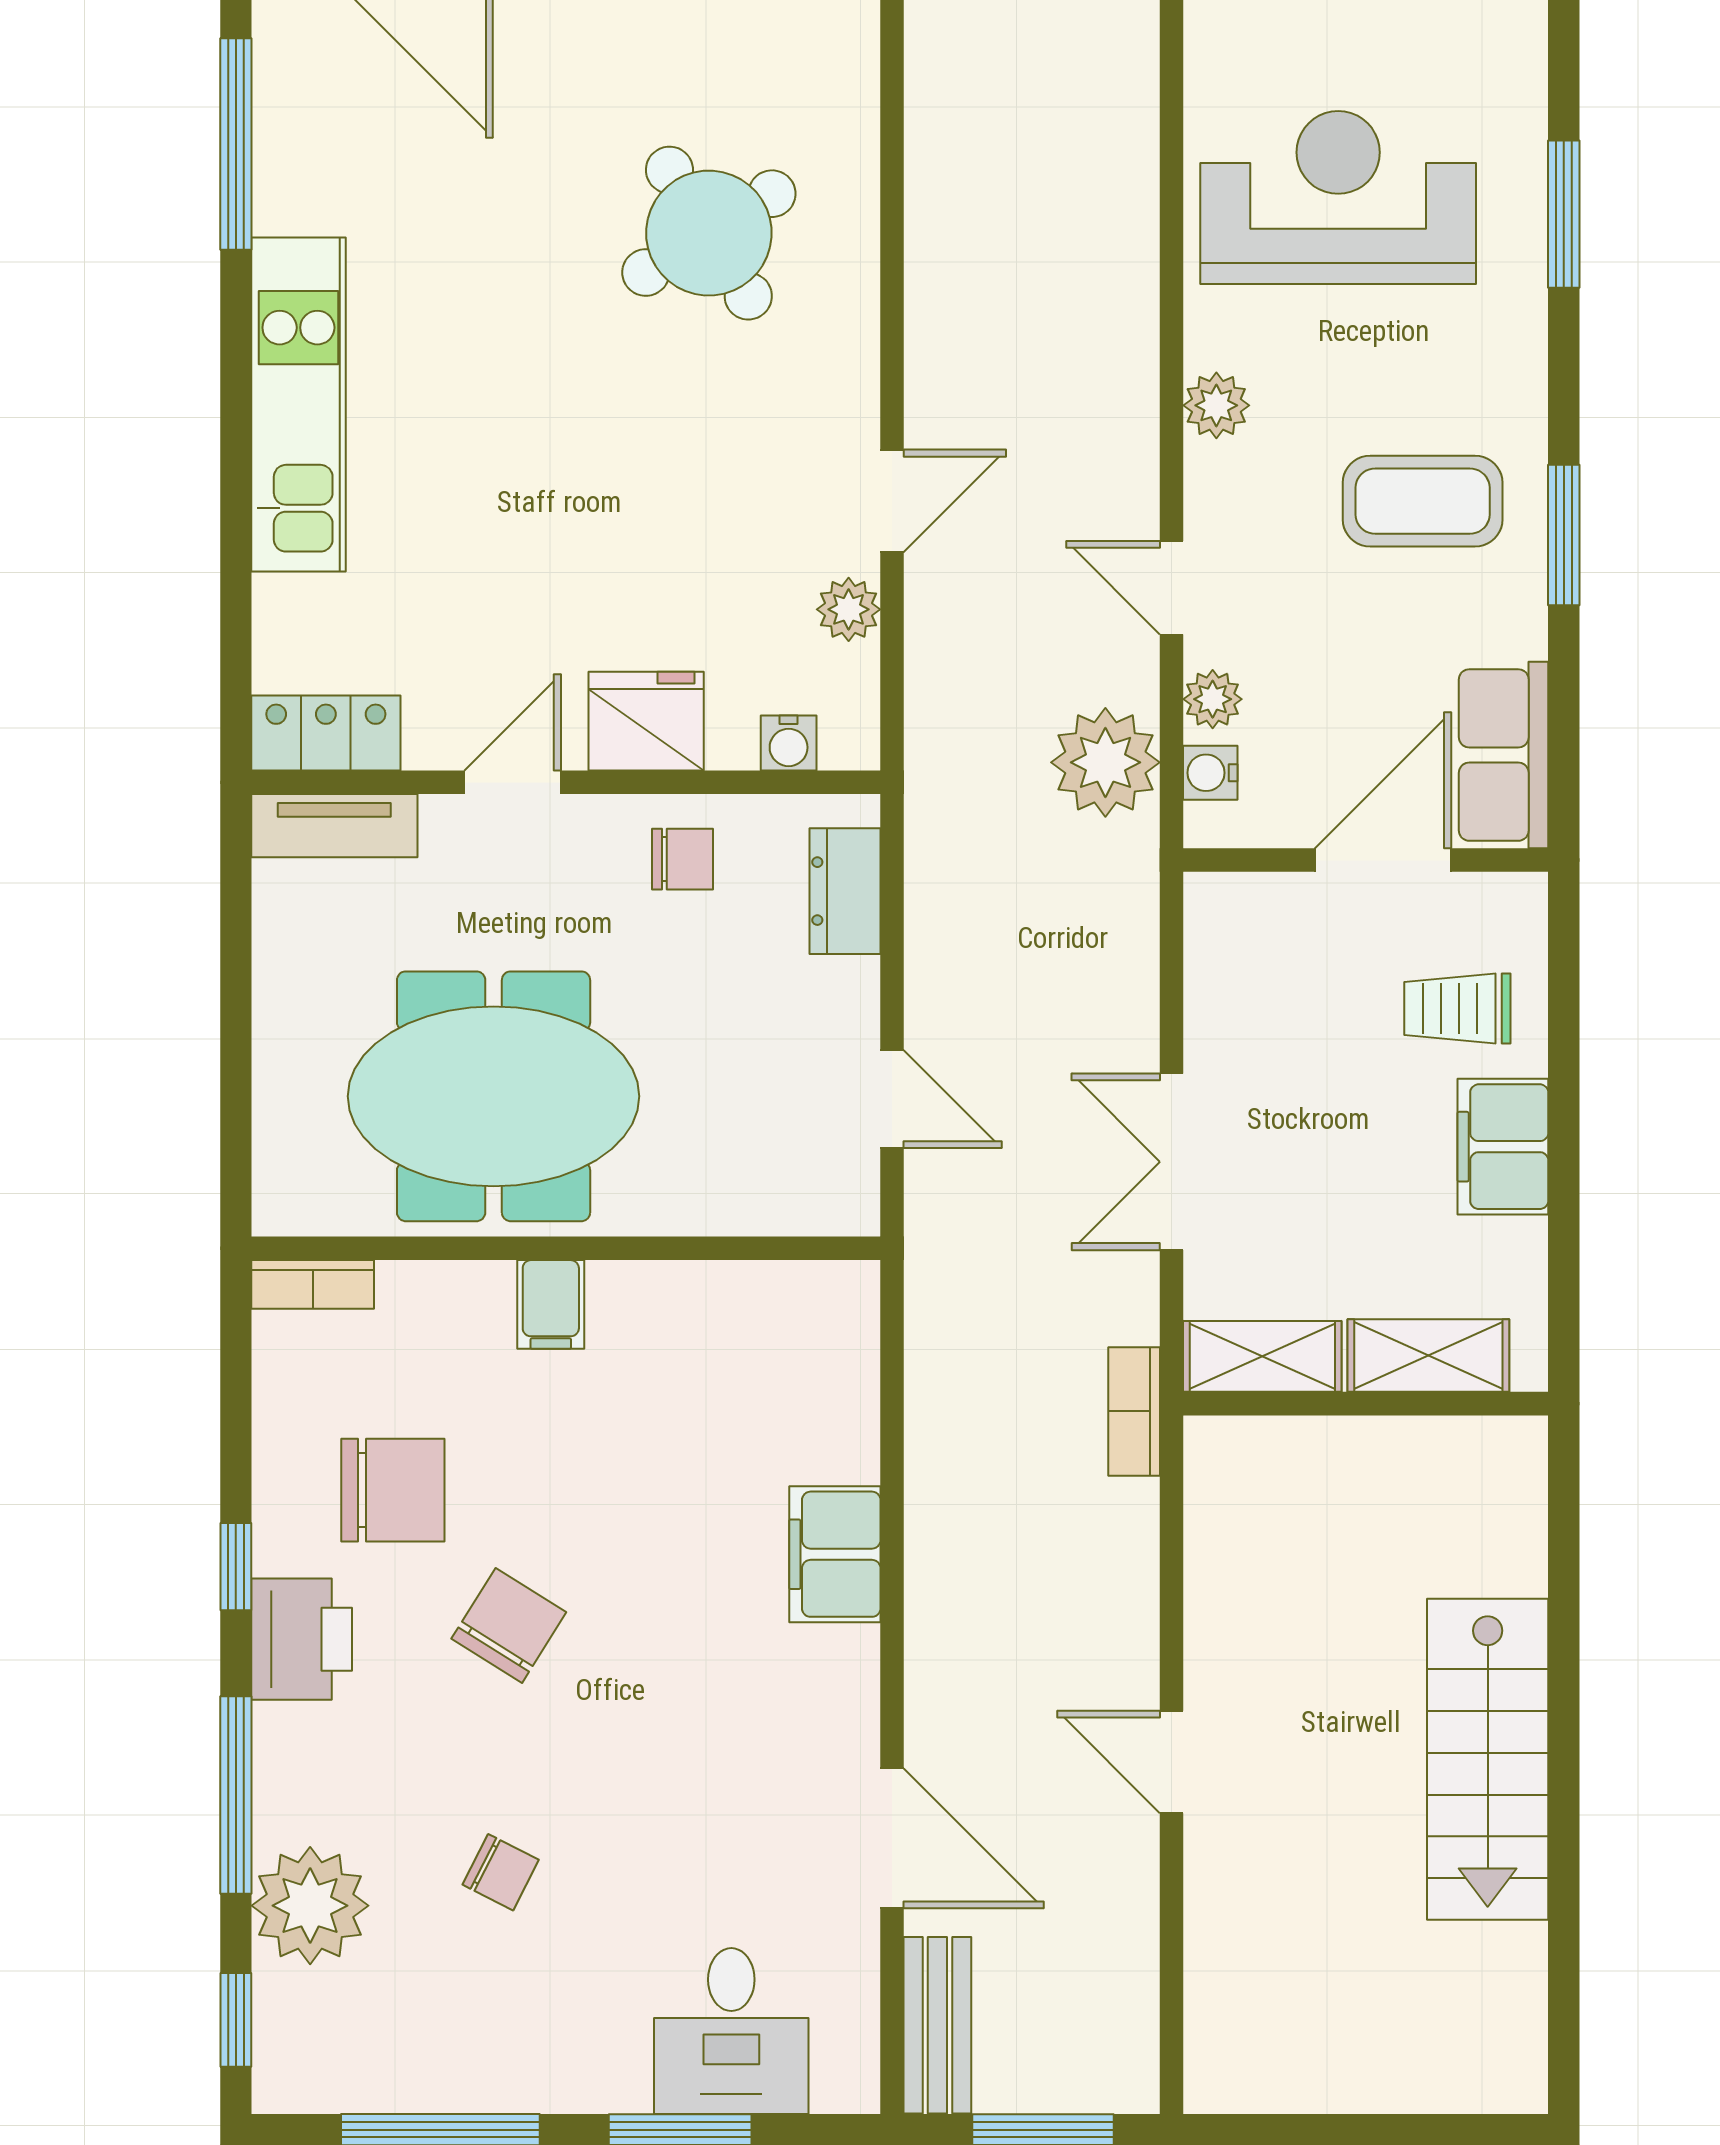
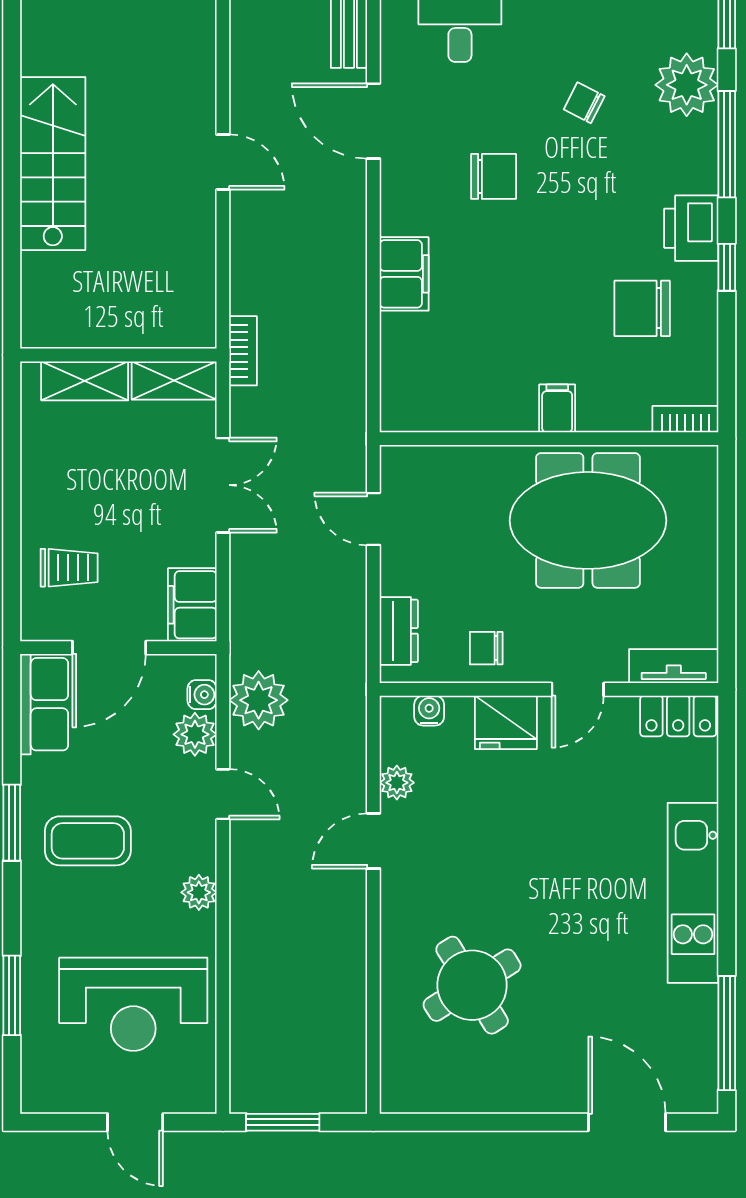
plant: (1213, 699) -> (195, 734), width x1.38, depth x1.38
filing cabinet: (1503, 1147) -> (192, 605), moved, turned 180
chair: (509, 1625) -> (494, 176), moved, turned -122

